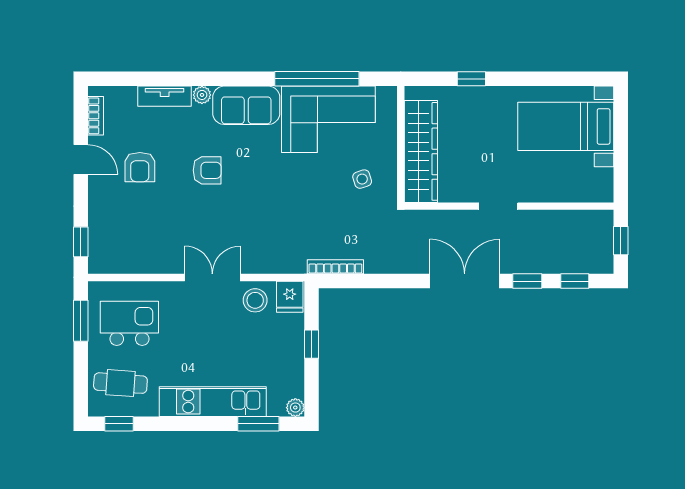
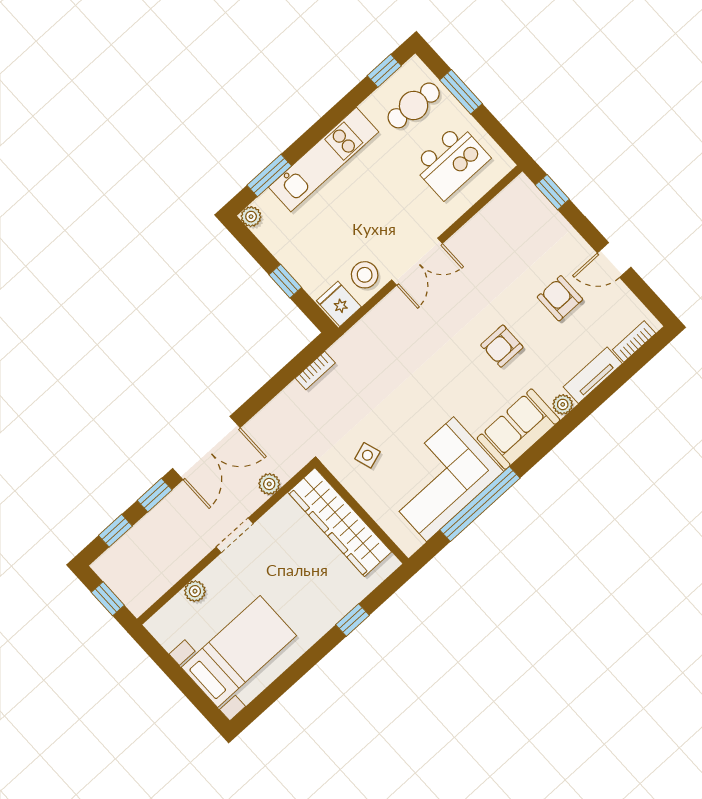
bookcase: (96, 116) -> (634, 341), moved, turned 90
plant: (558, 193) -> (195, 591), added
plant: (445, 219) -> (269, 484), added
bookcase: (335, 267) -> (315, 370), width x0.64
window: (81, 321) -> (461, 92), moved

